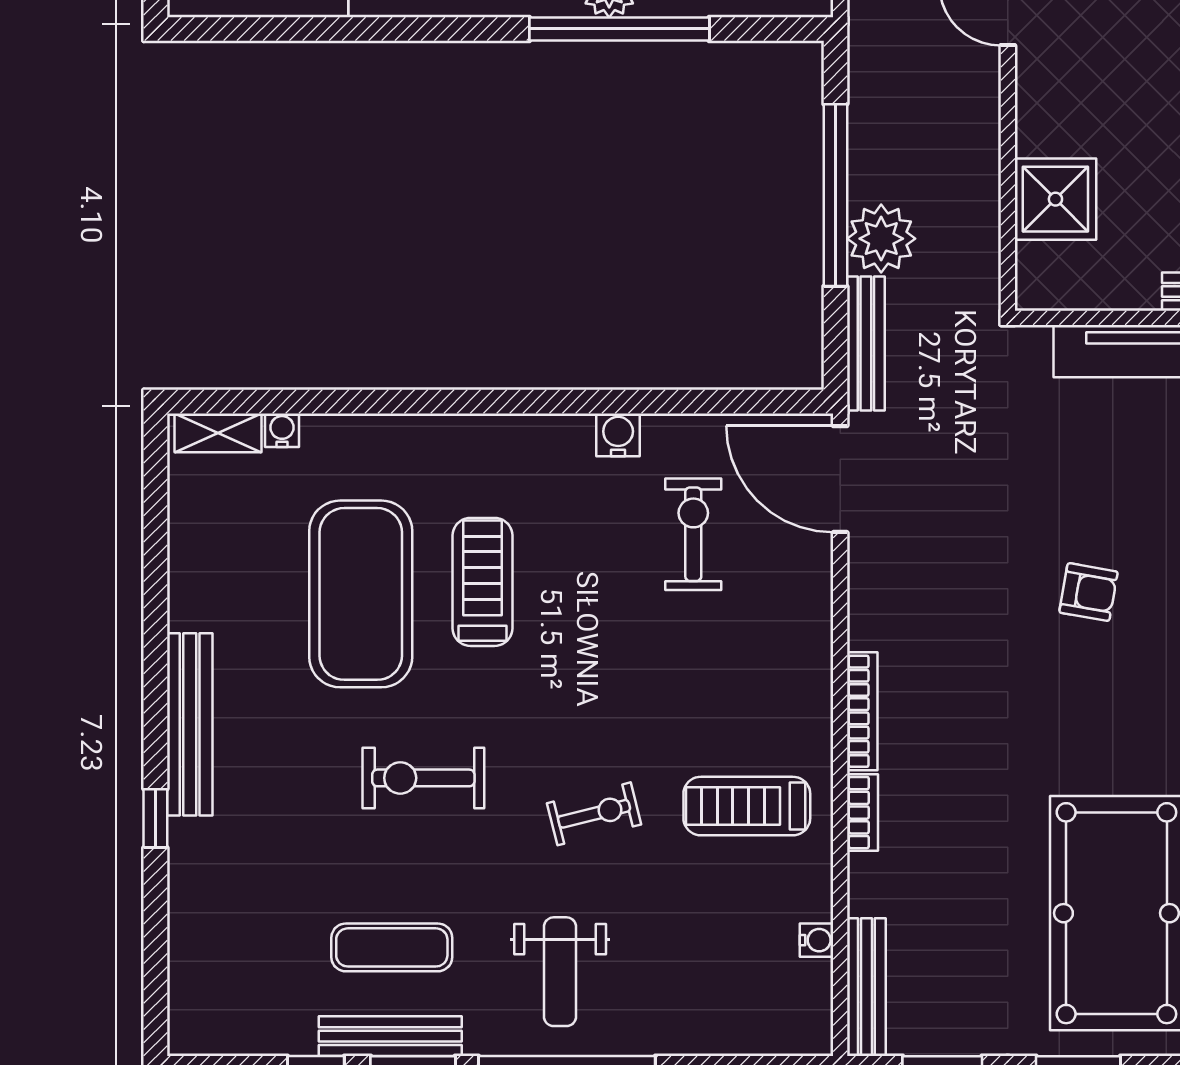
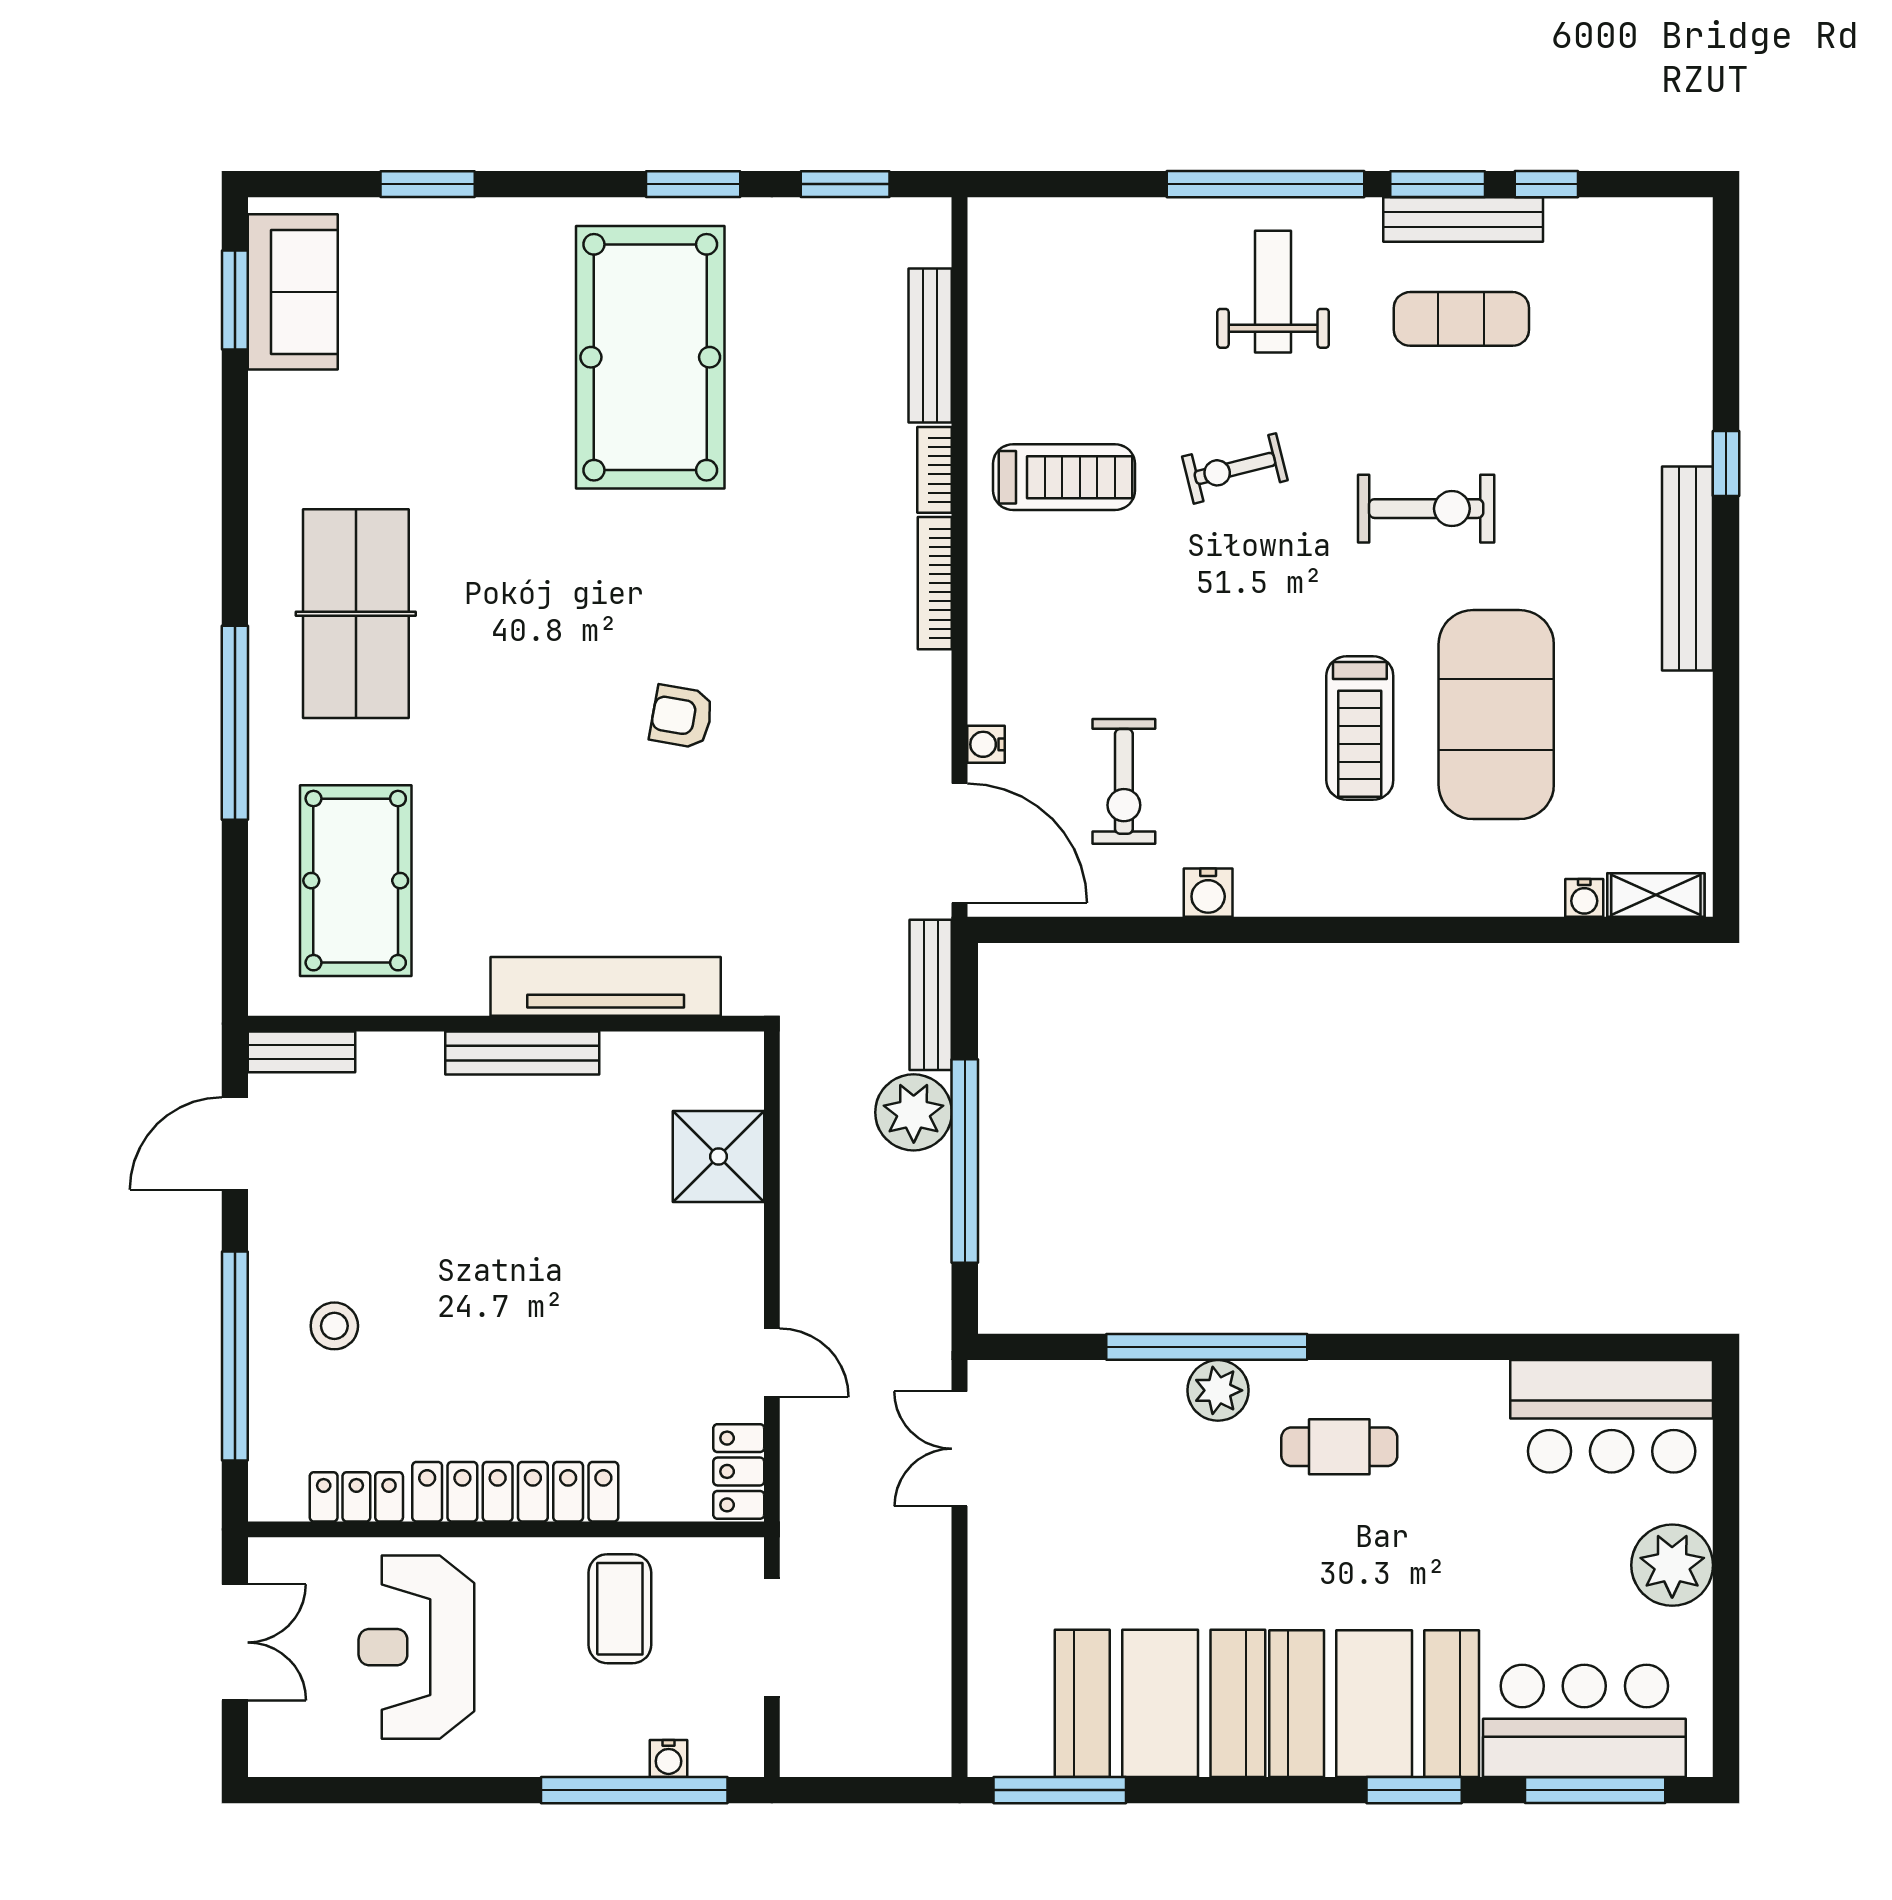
water cooler: (816, 940) -> (986, 744), moved
bench: (866, 987) -> (930, 345), moved

